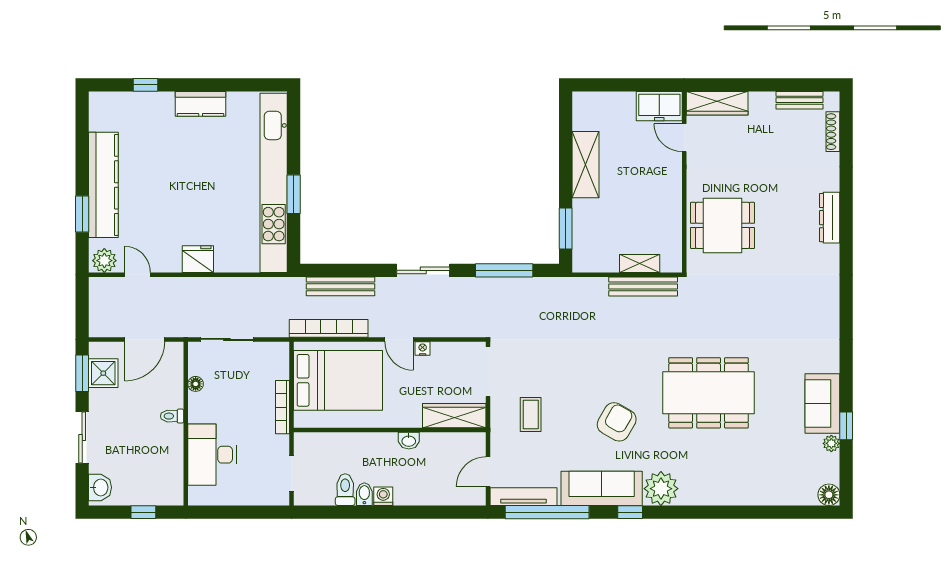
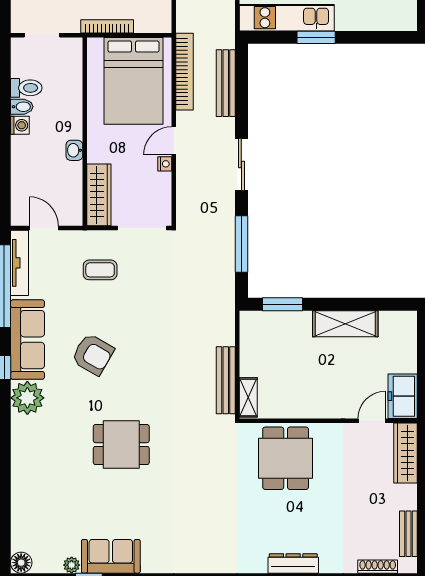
kitchen unit: (274, 183) -> (287, 18), width x0.54
shelving: (640, 264) -> (248, 397), moved
dining table: (709, 393) -> (121, 445), width x0.53, depth x0.80

